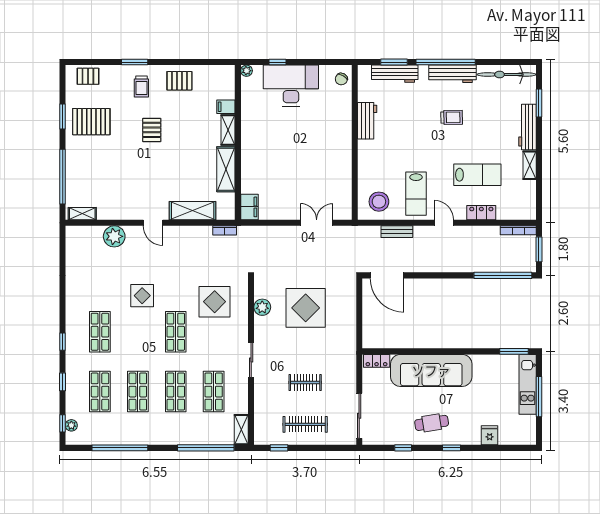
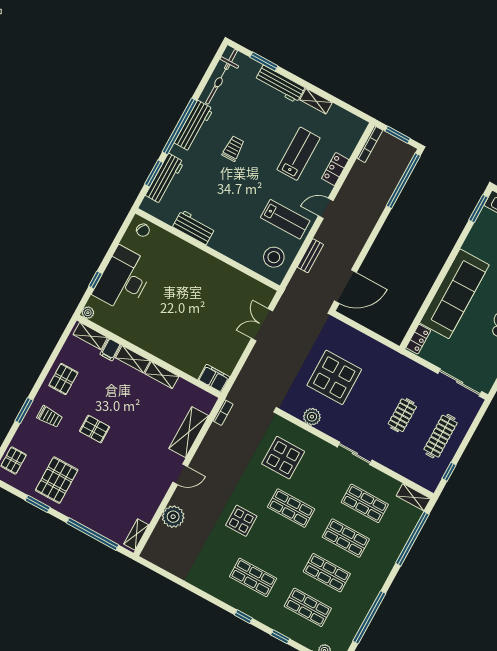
shelving: (228, 84) -> (90, 336), added
shelving: (226, 169) -> (162, 375), width x0.67, depth x0.75

